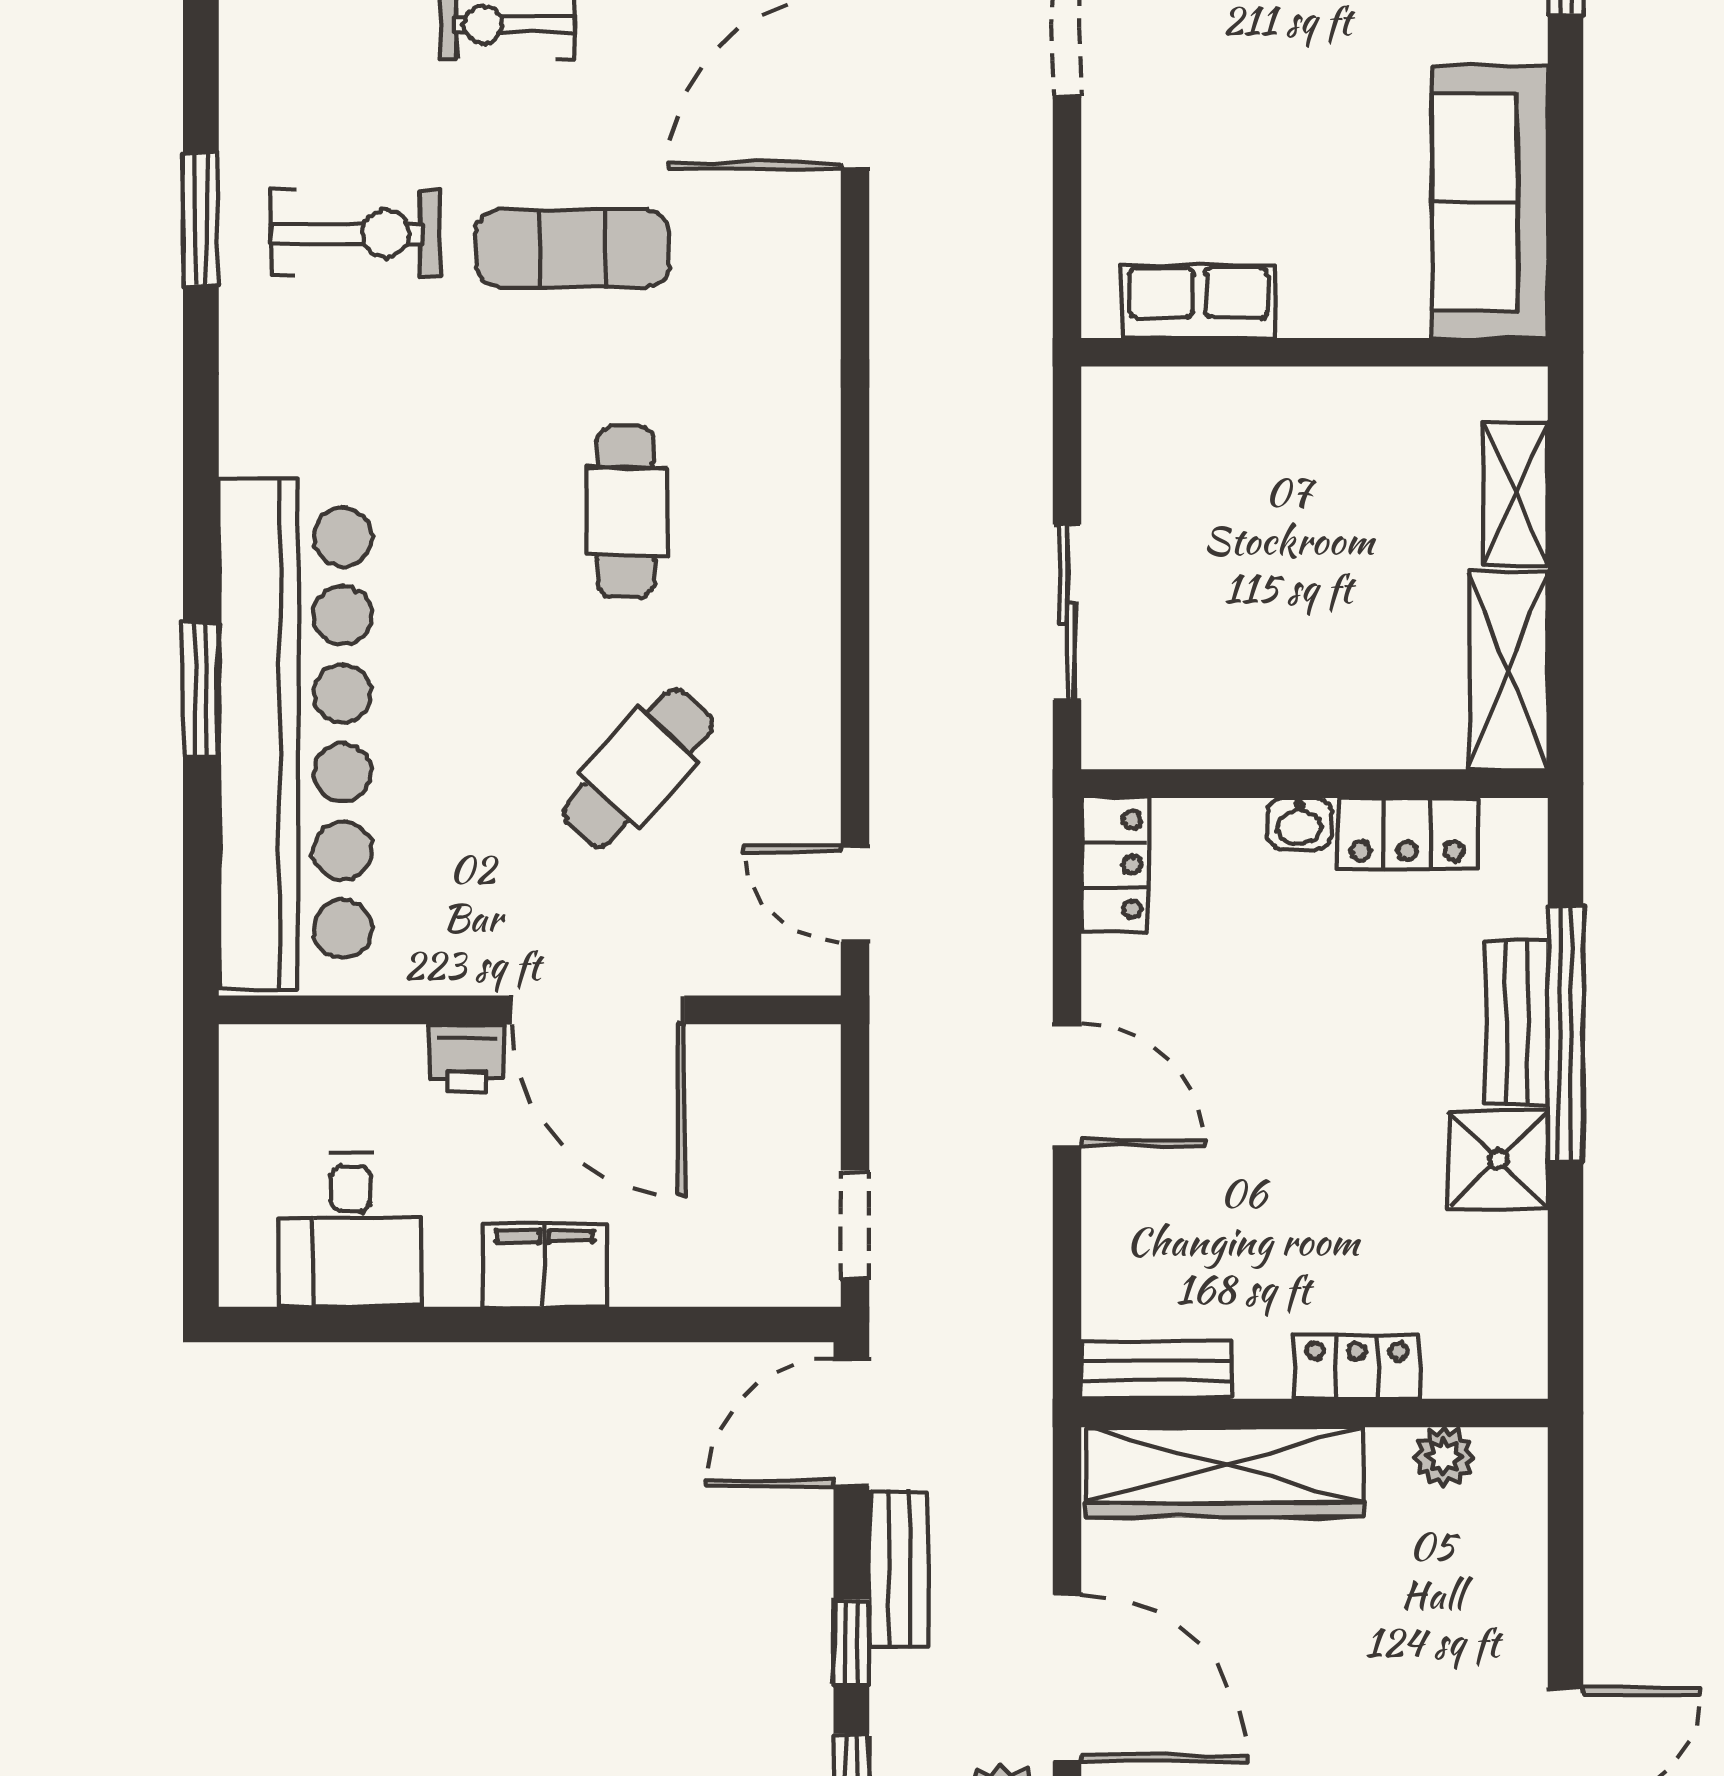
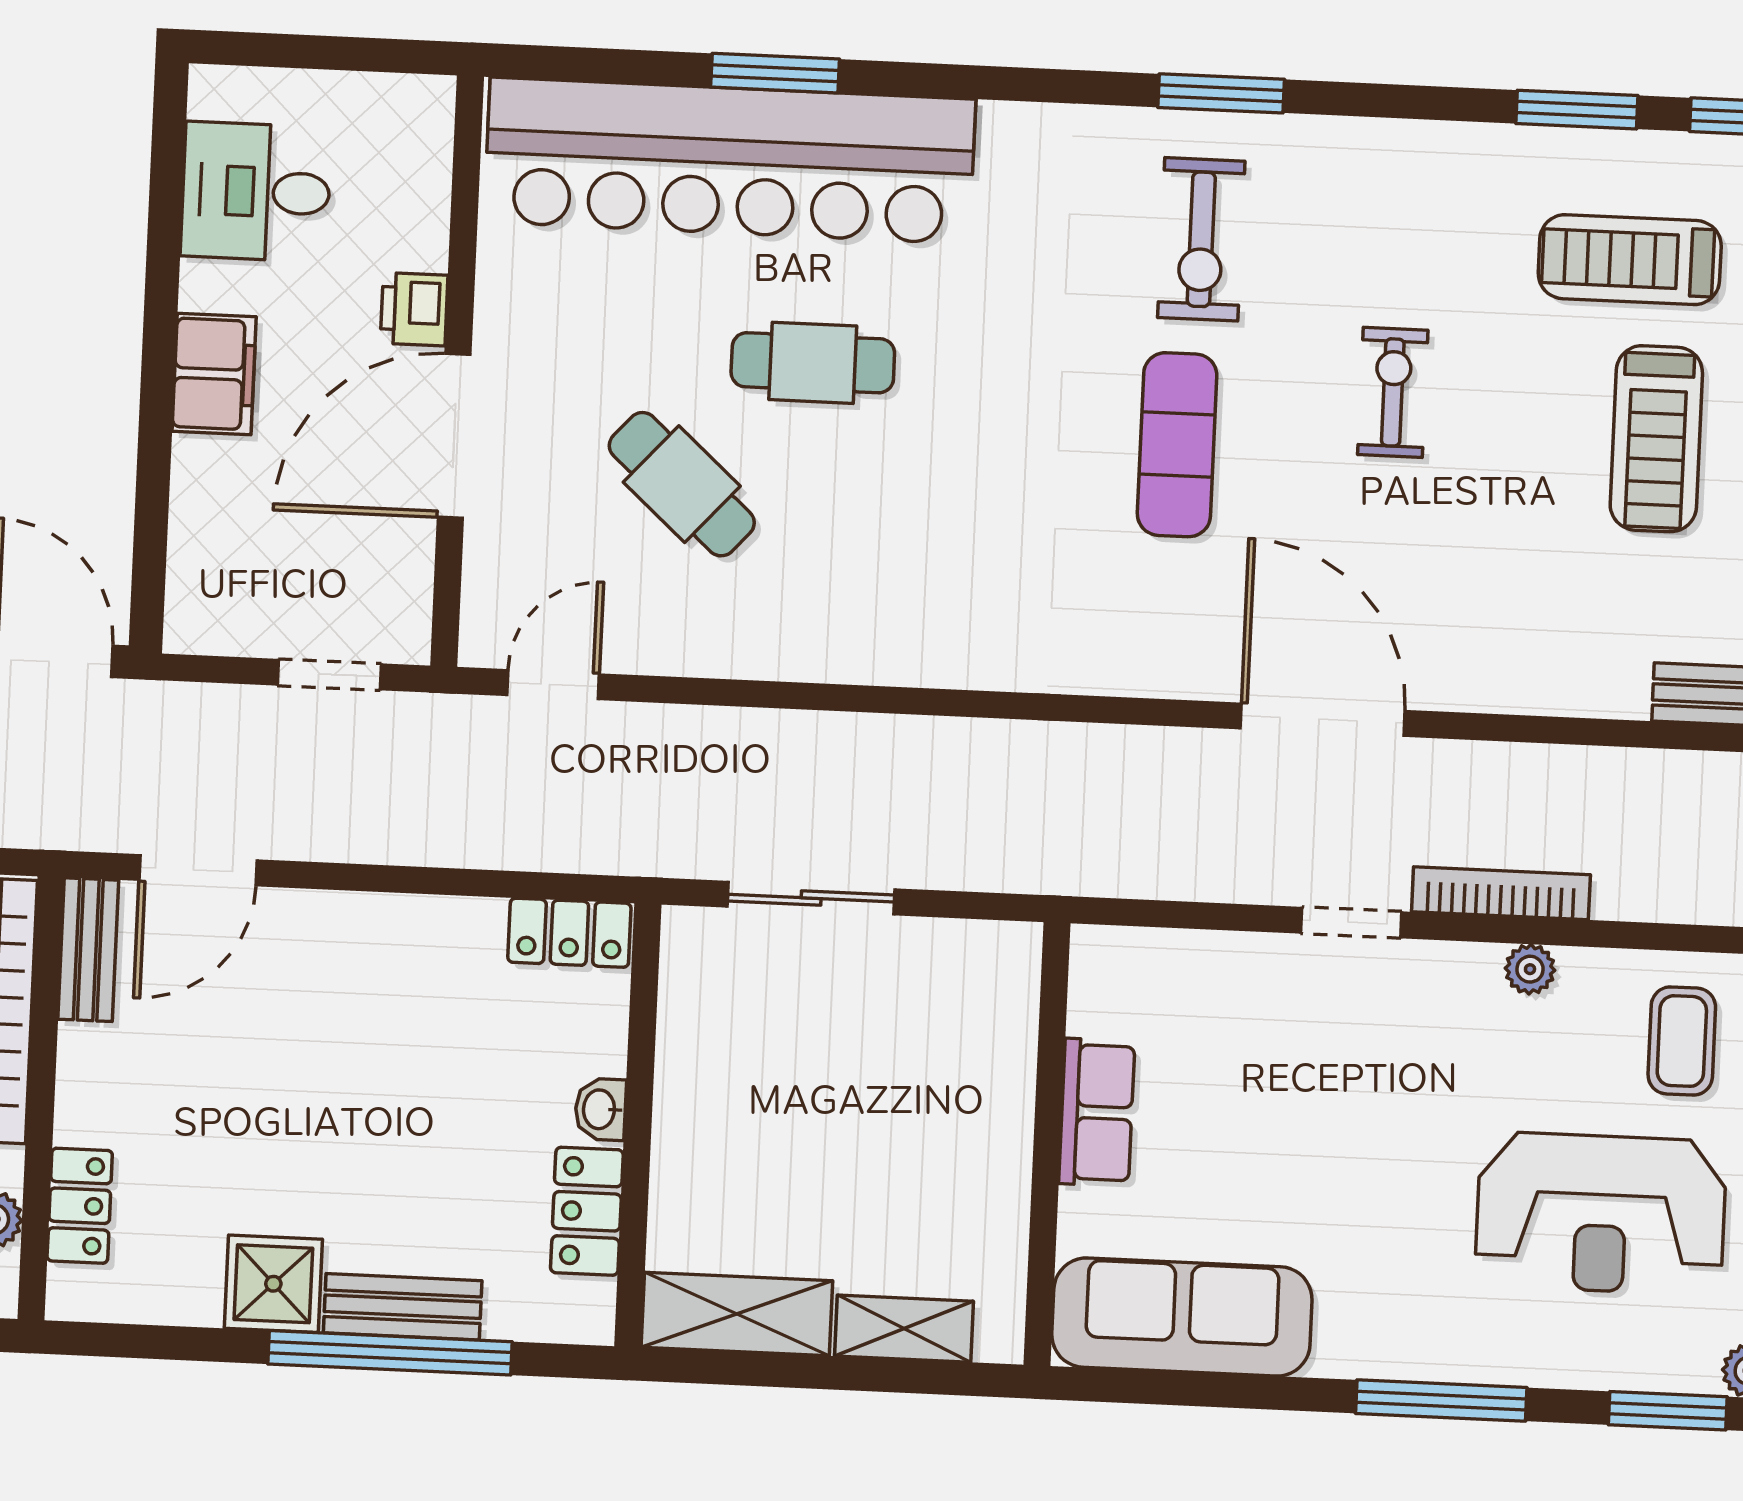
row of seats: (1199, 301) -> (1097, 1112), moved
cafe table: (626, 512) -> (813, 363), moved
door: (1067, 1085) -> (198, 870), moved
doorway: (855, 1225) -> (329, 675), moved
locker: (1357, 1367) -> (80, 1206), moved

